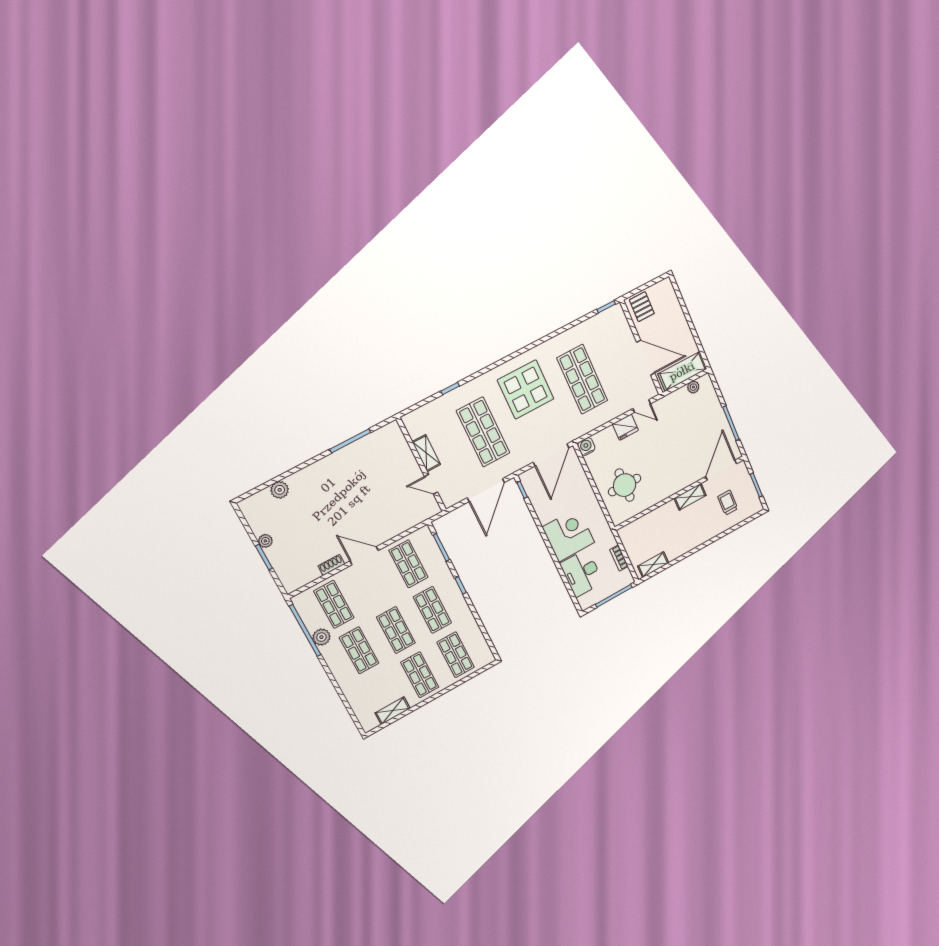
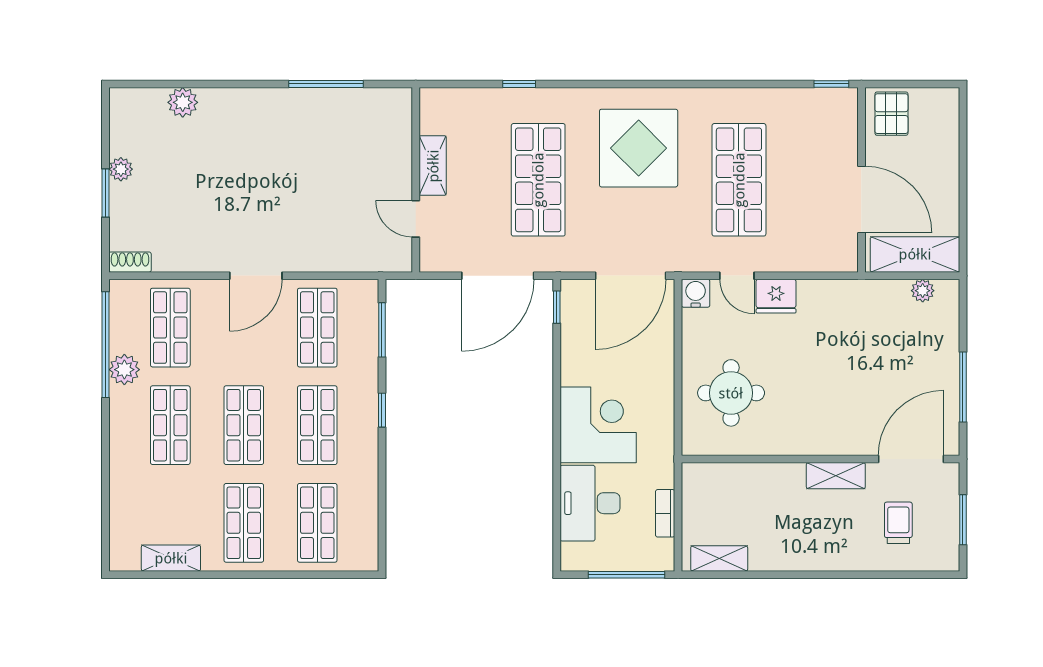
door: (642, 406) -> (737, 276), moved
door: (364, 556) -> (256, 276), swing flipped
shoe rack: (331, 565) -> (130, 262), moved

